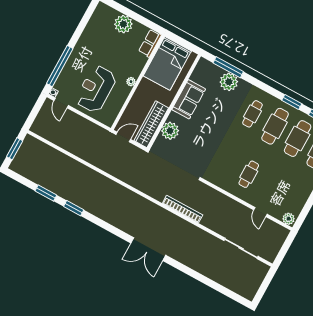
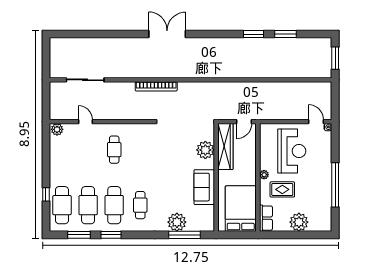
rug: (122, 60) -> (282, 189), added
window: (60, 66) -> (335, 185), moved

